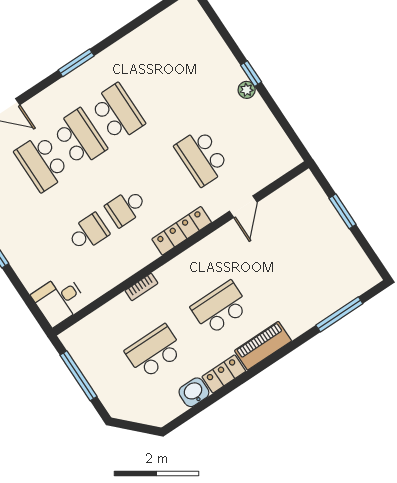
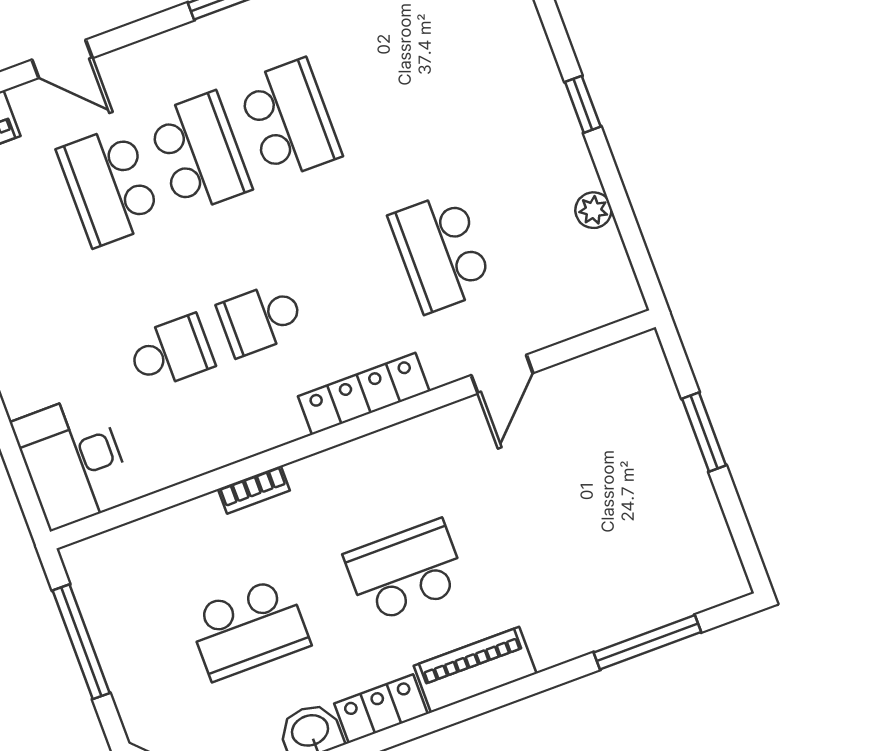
plant: (247, 90) -> (593, 210), moved
desk: (59, 300) -> (73, 461), width x1.37
school desk: (154, 352) -> (249, 629), turned 180

